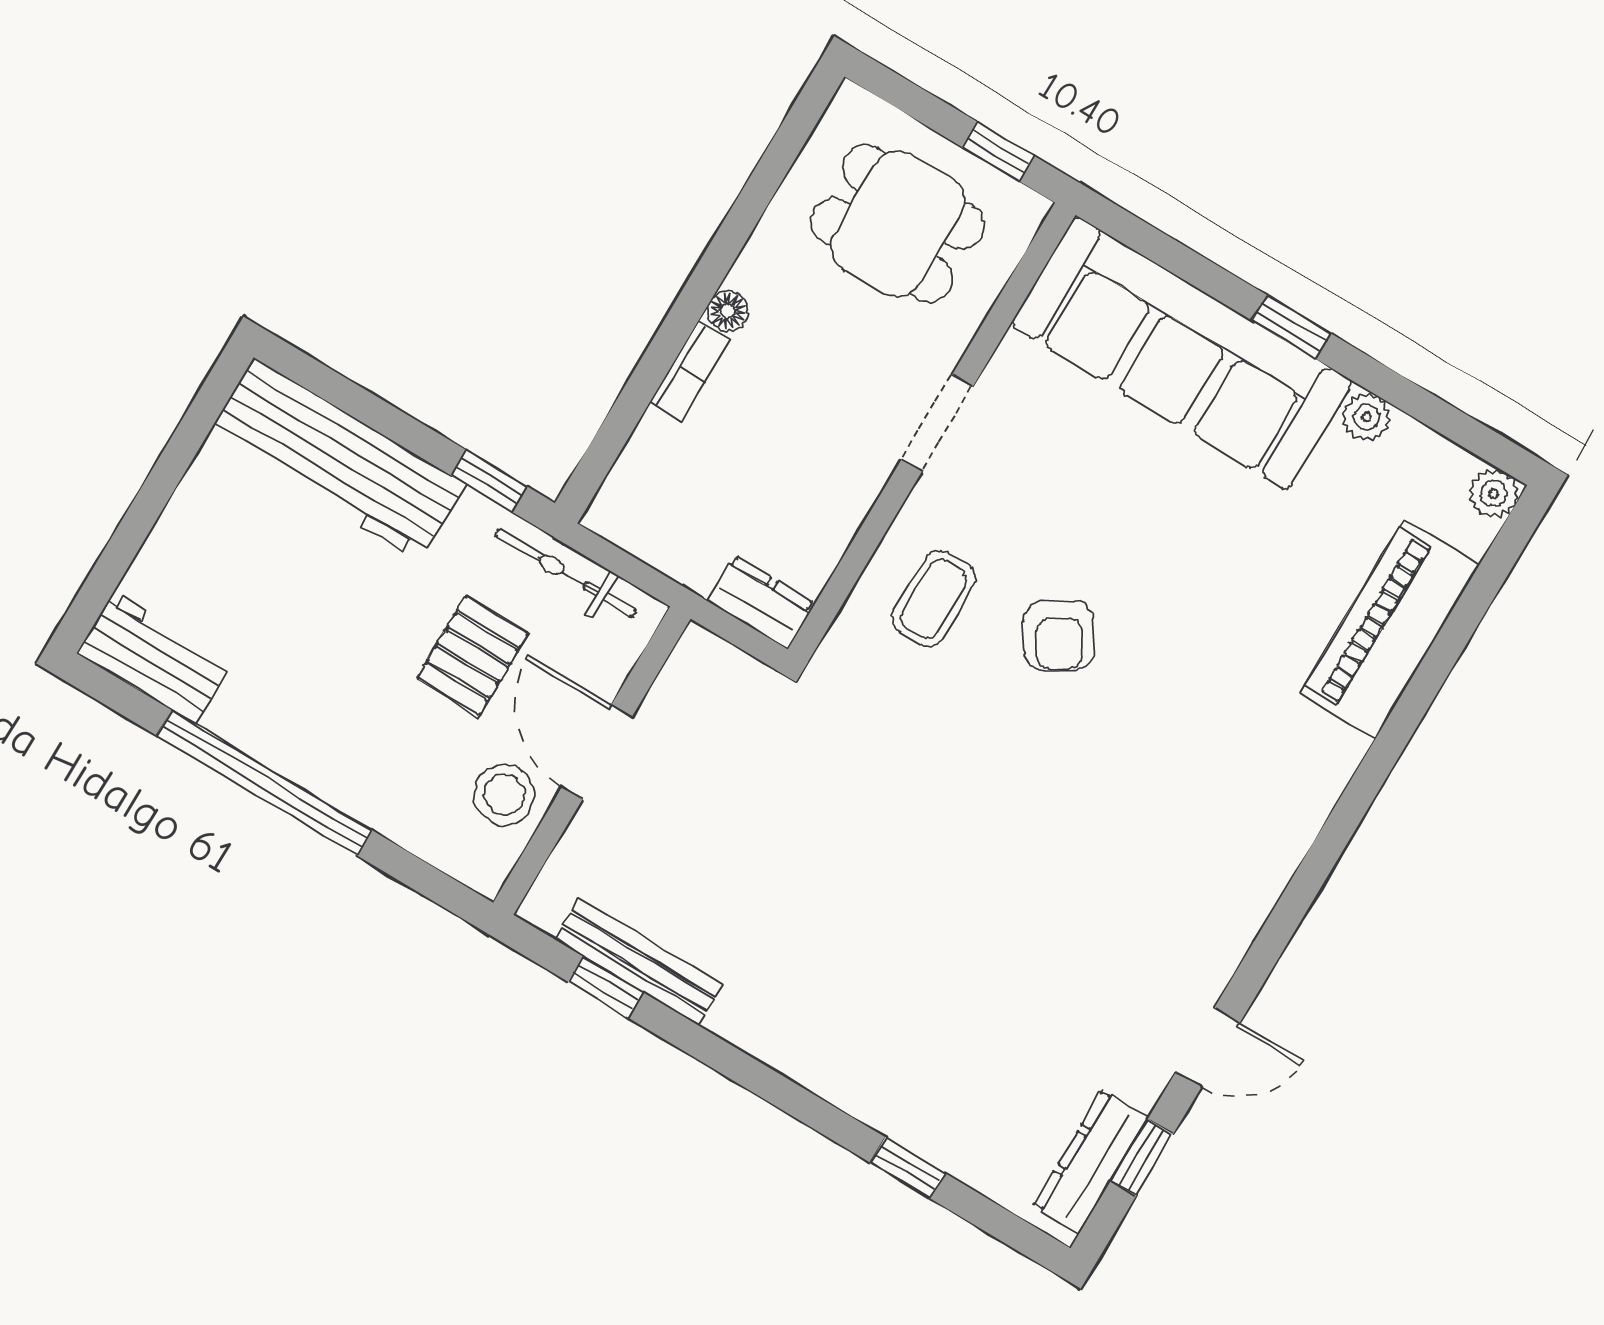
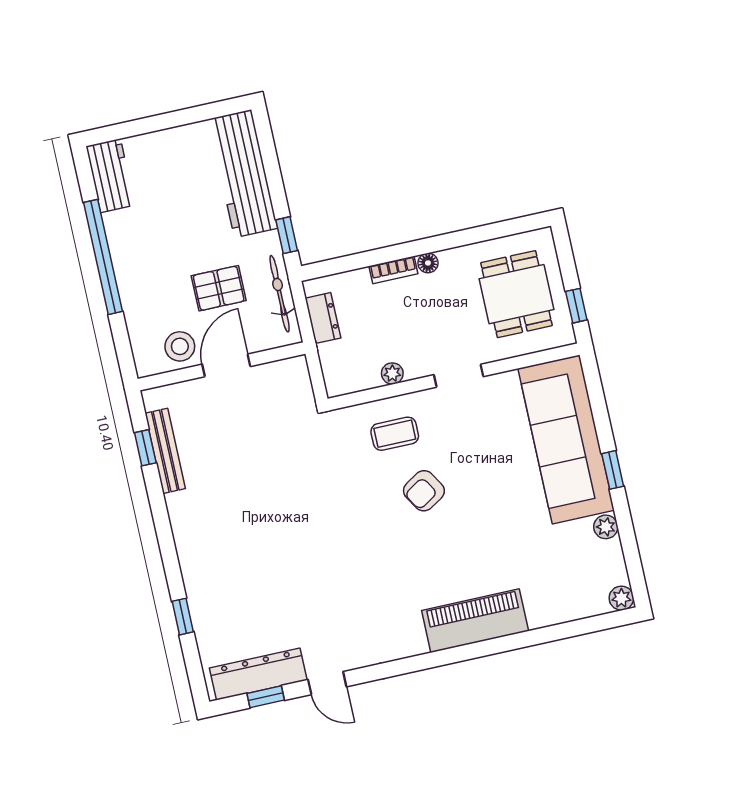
plant: (841, 518) -> (392, 373), added
dresser: (761, 602) -> (323, 318), moved
piano: (1390, 629) -> (475, 621), moved
dresser: (1091, 1162) -> (258, 674), width x1.37, depth x1.24

